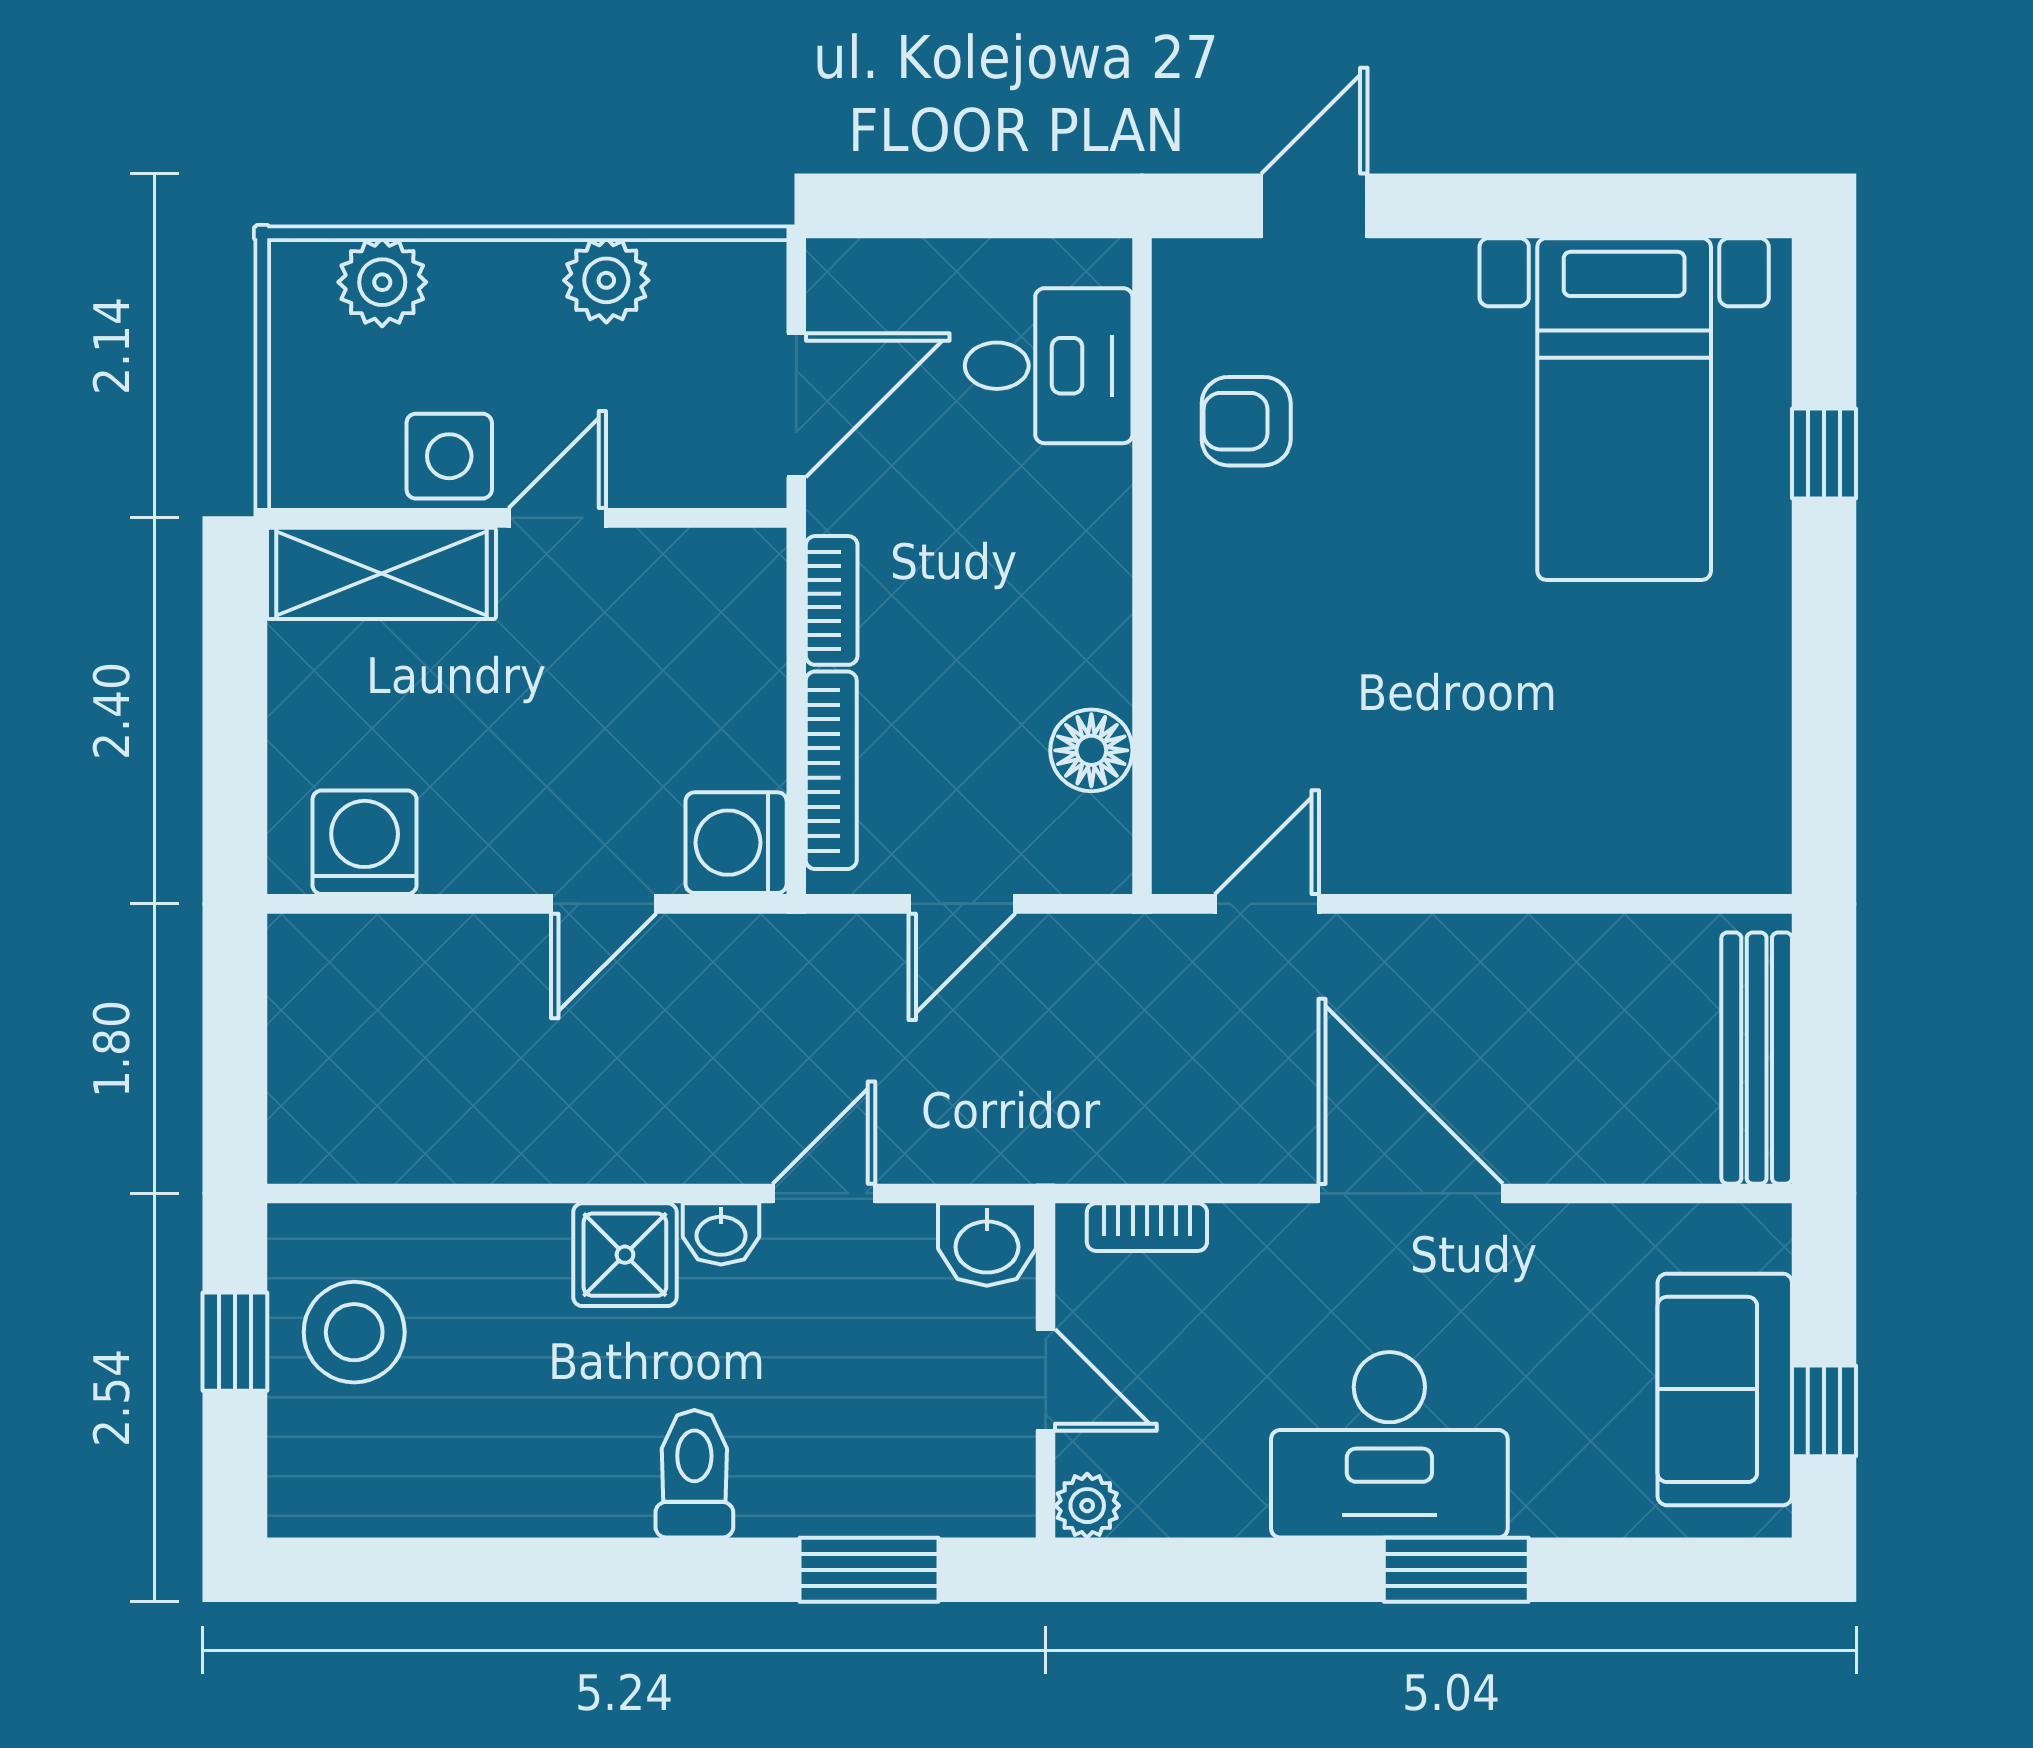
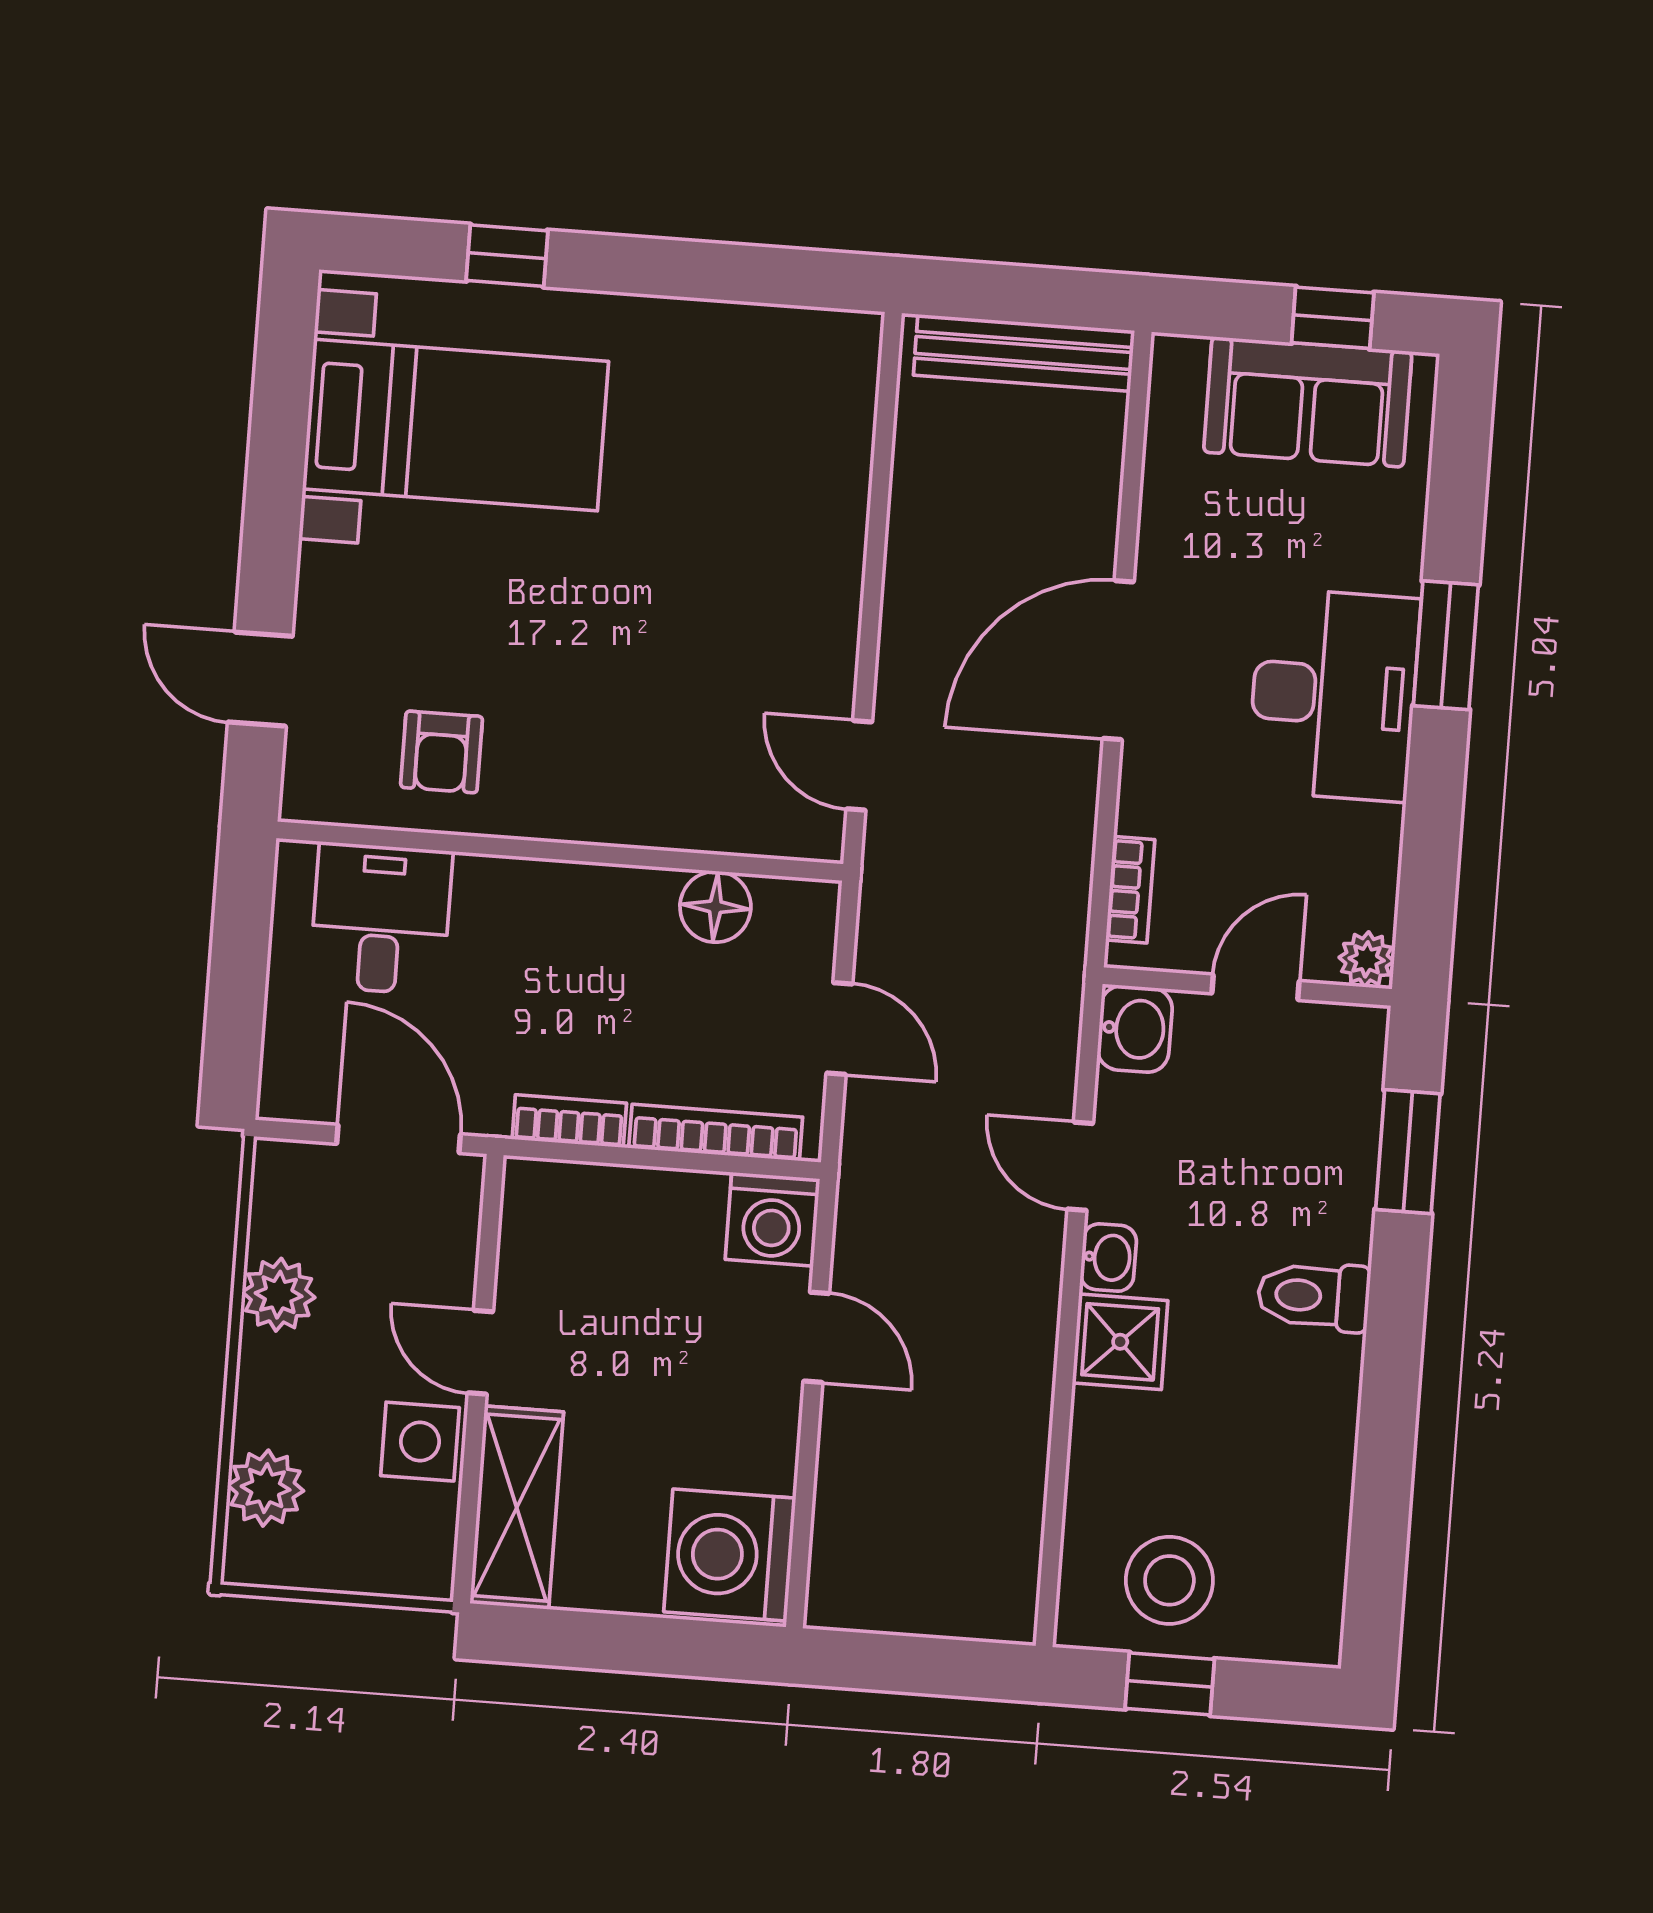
washing machine: (365, 842) -> (730, 1555), width x1.37, depth x1.37

